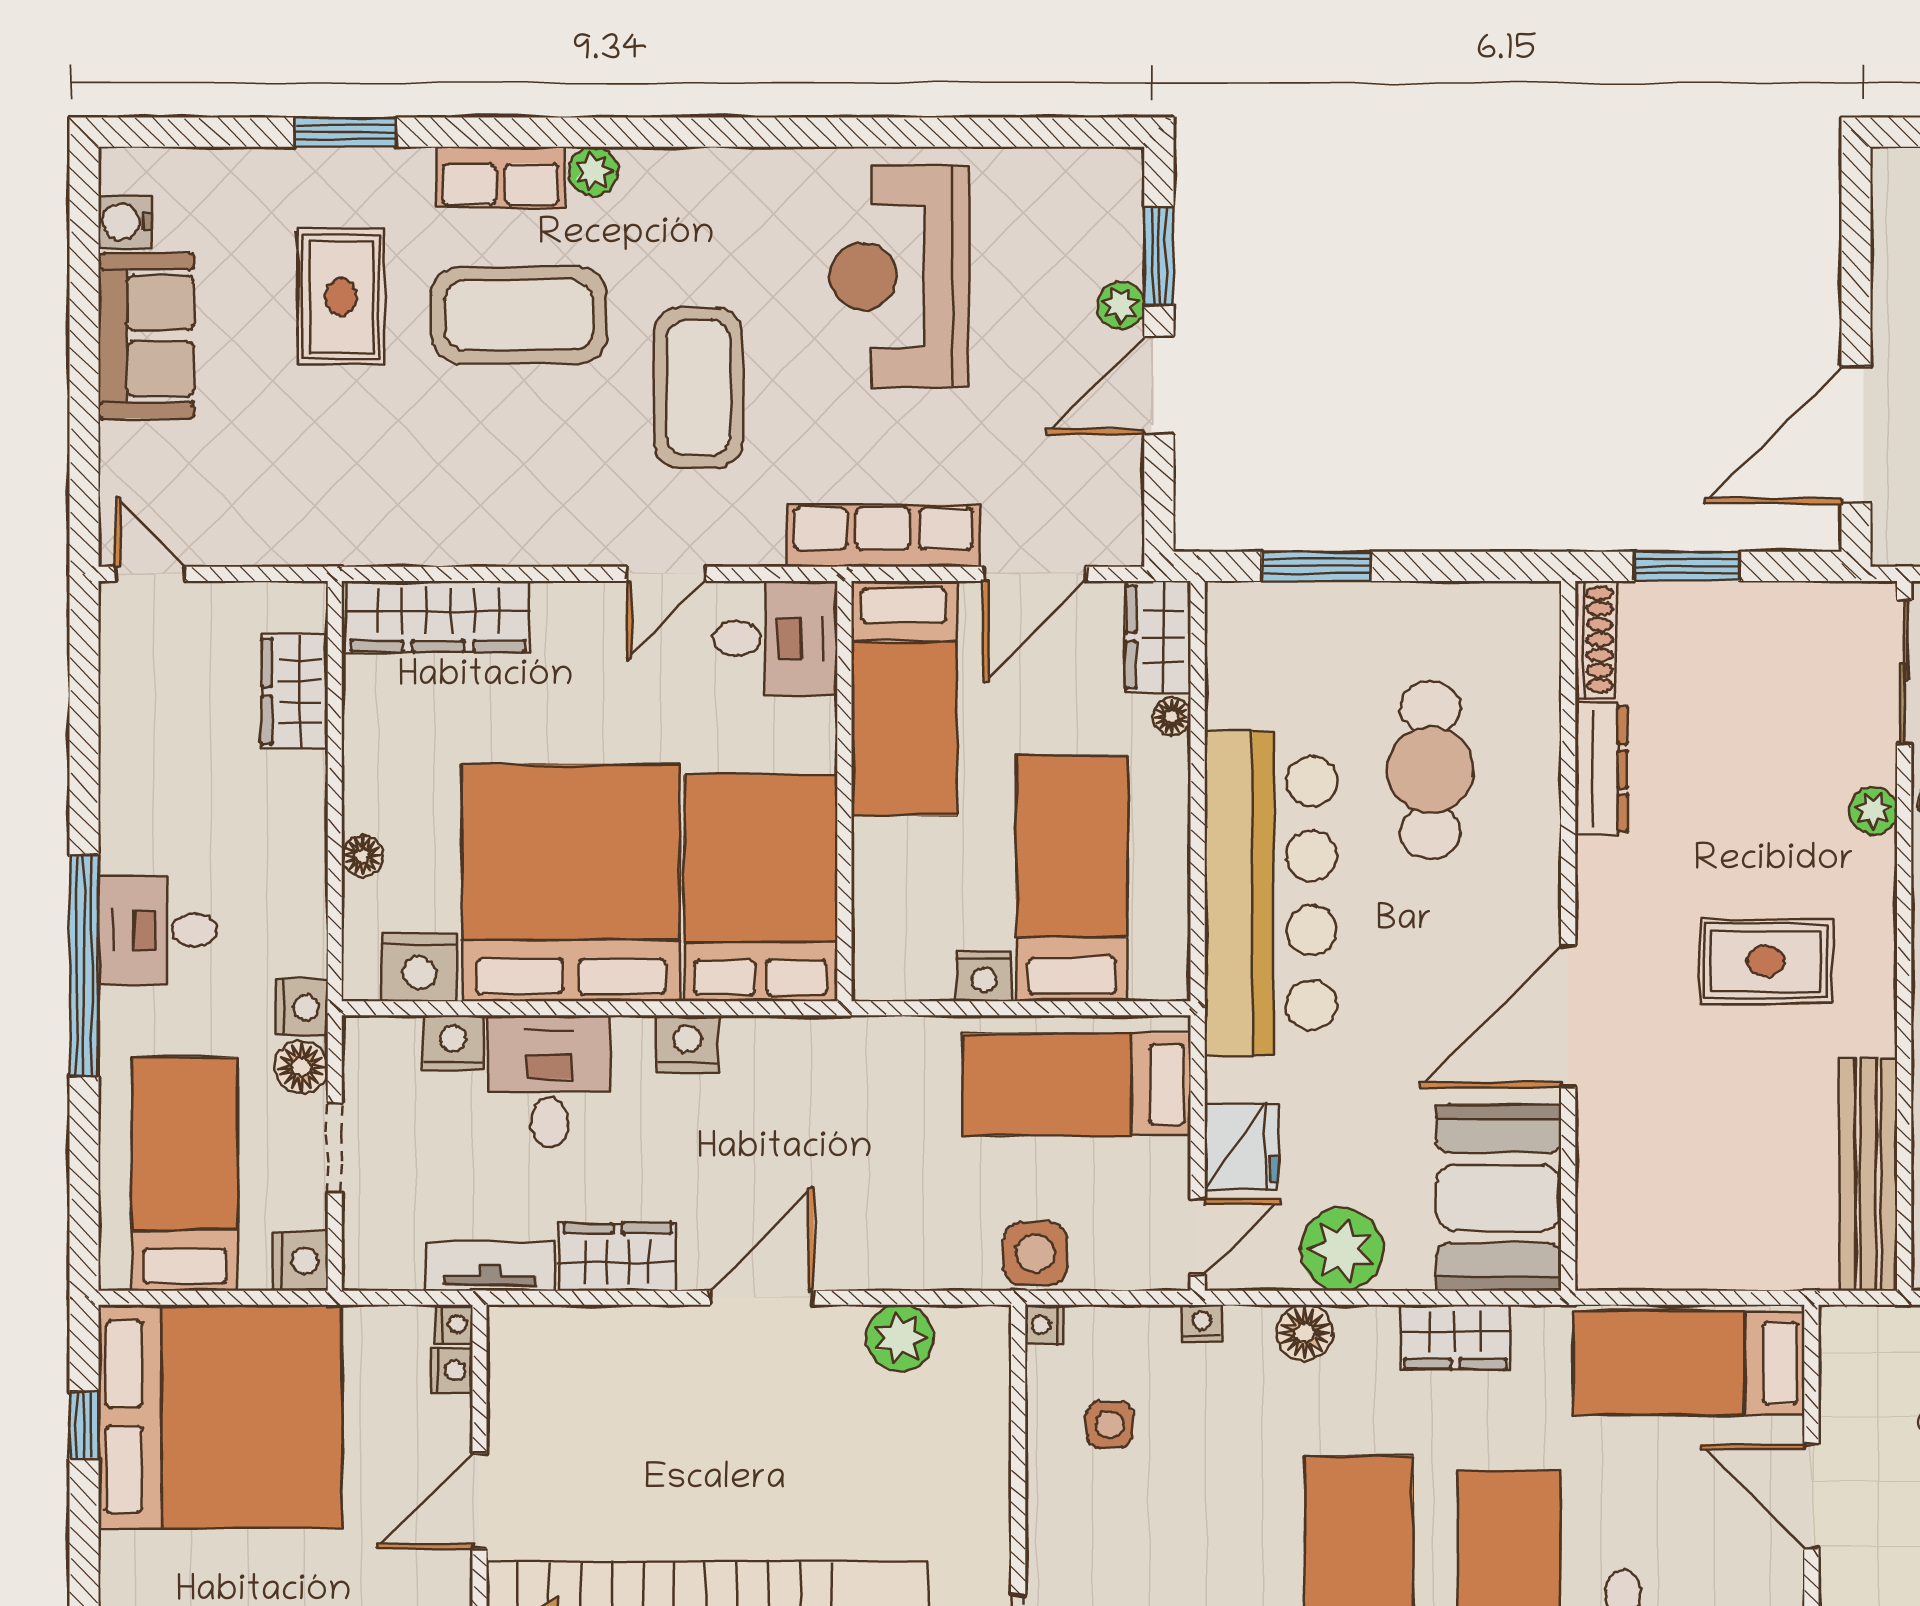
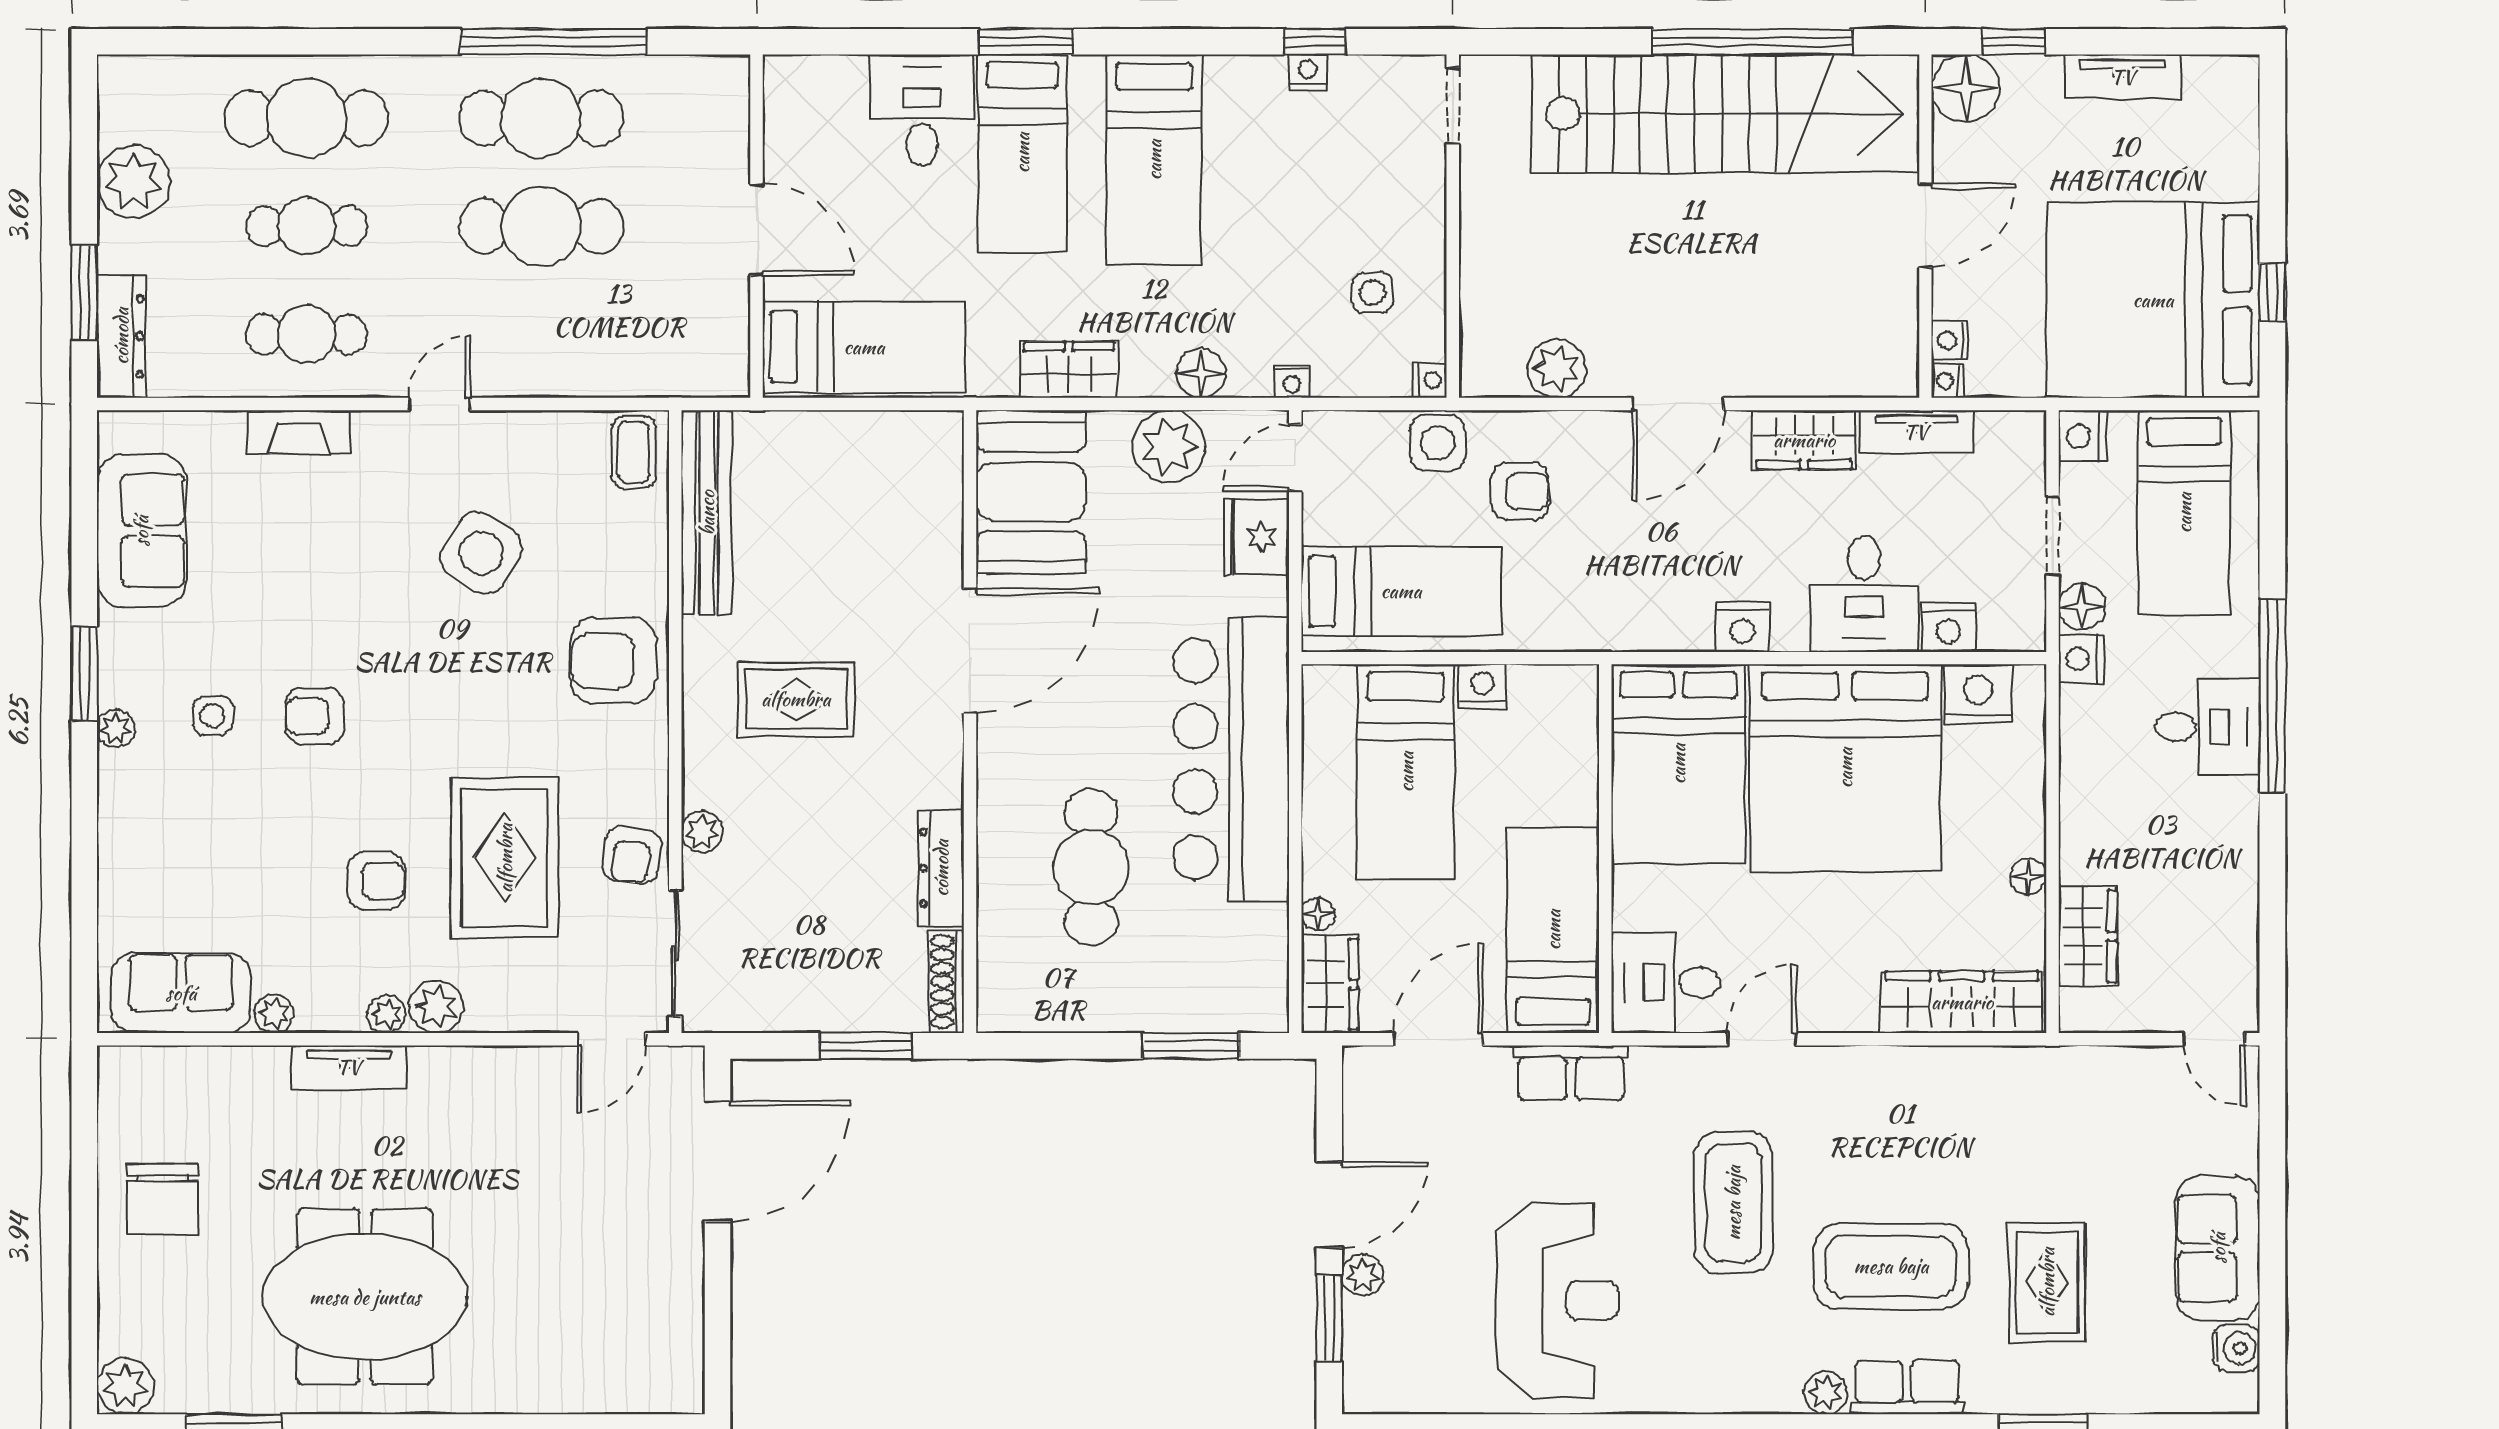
row of seats: (883, 536) -> (1571, 1073), width x0.68
floor lamp: (362, 856) -> (2028, 877), moved
armchair: (941, 1198) -> (1520, 491), added

